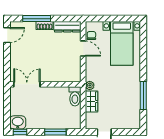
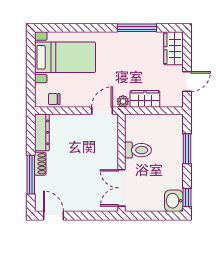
door: (83, 48) -> (102, 111), moved
toilet: (75, 96) -> (138, 150), moved
wardrobe: (128, 122) -> (173, 48), added

